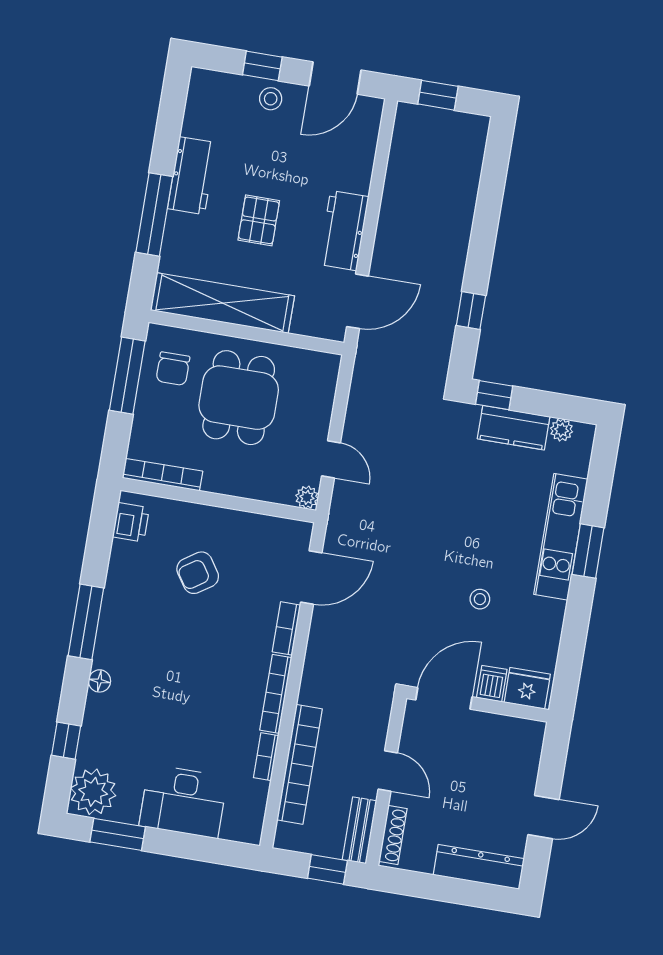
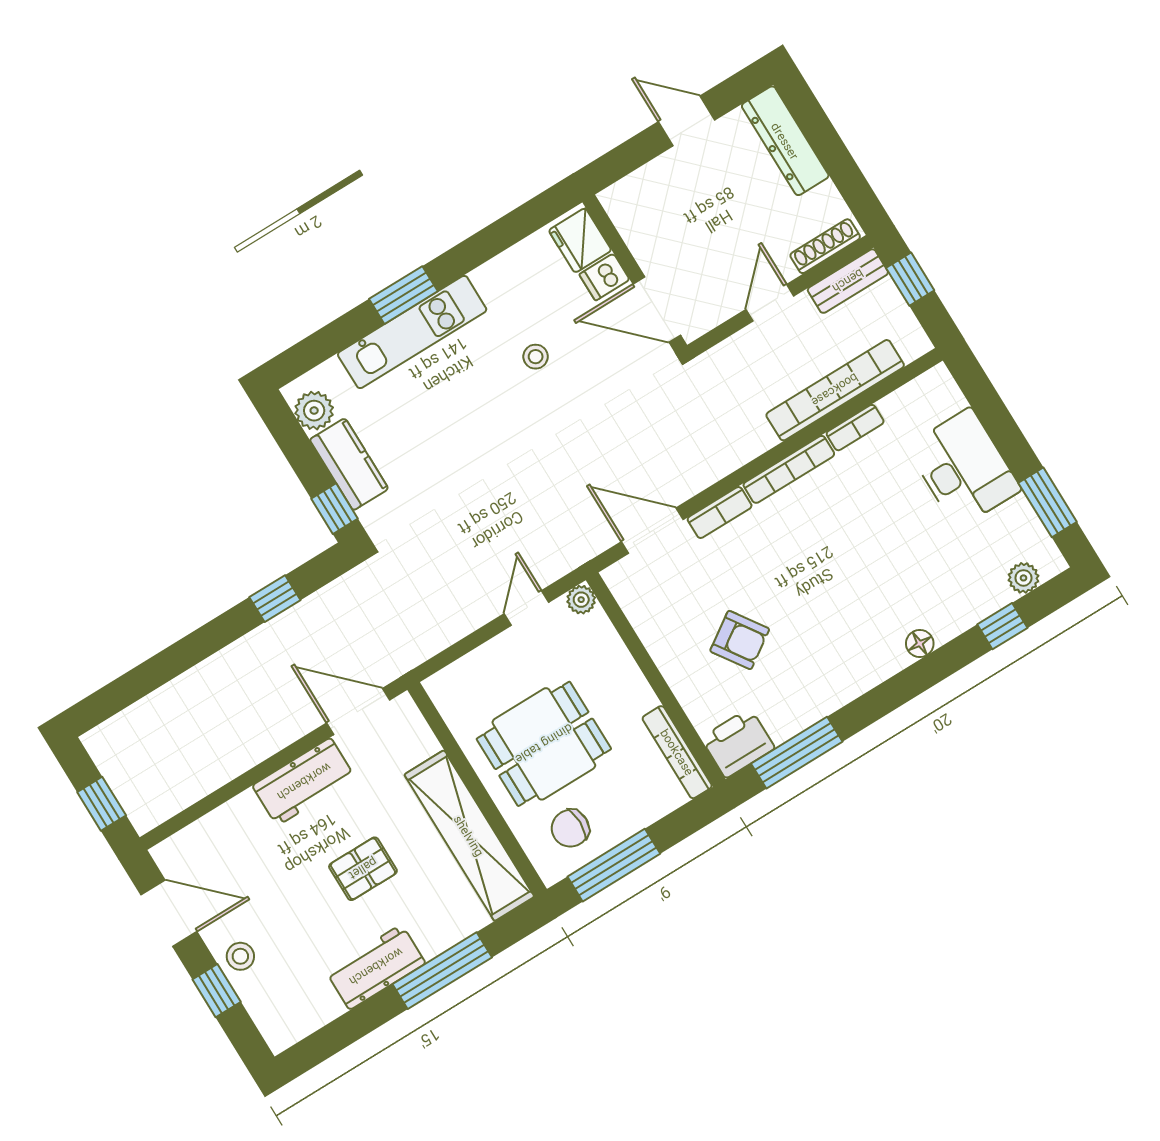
chair: (173, 369) -> (570, 828), turned 180
plant: (562, 430) -> (314, 411), width x1.38, depth x1.38
printer: (131, 522) -> (738, 743), width x1.36, depth x1.24
window: (86, 622) -> (797, 753), moved
plant: (93, 792) -> (1023, 578), width x0.53, depth x0.53

